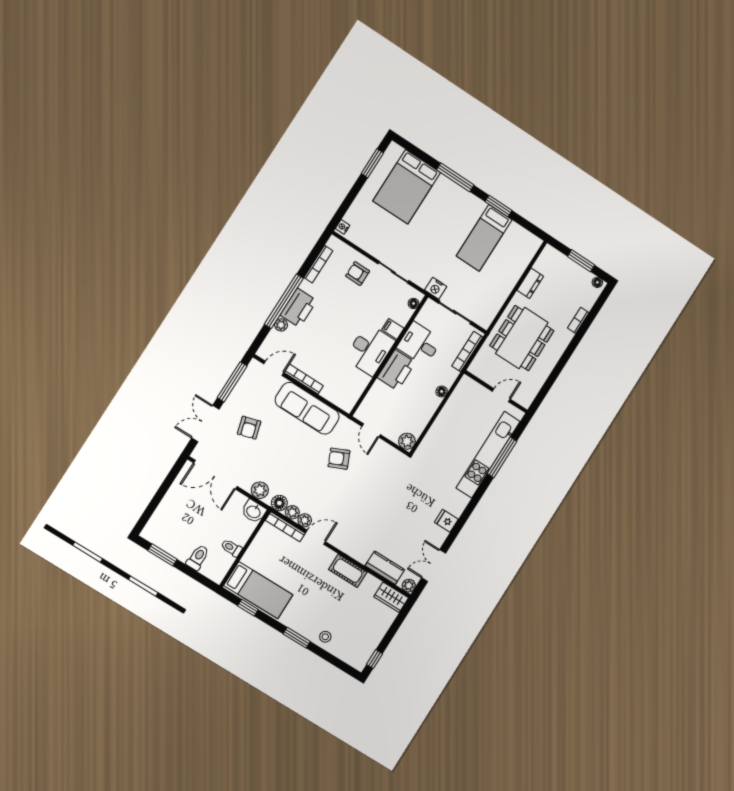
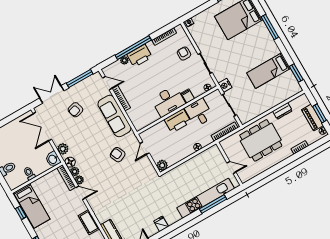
window: (498, 206) -> (296, 73), moved
piano: (575, 271) -> (312, 118), added

